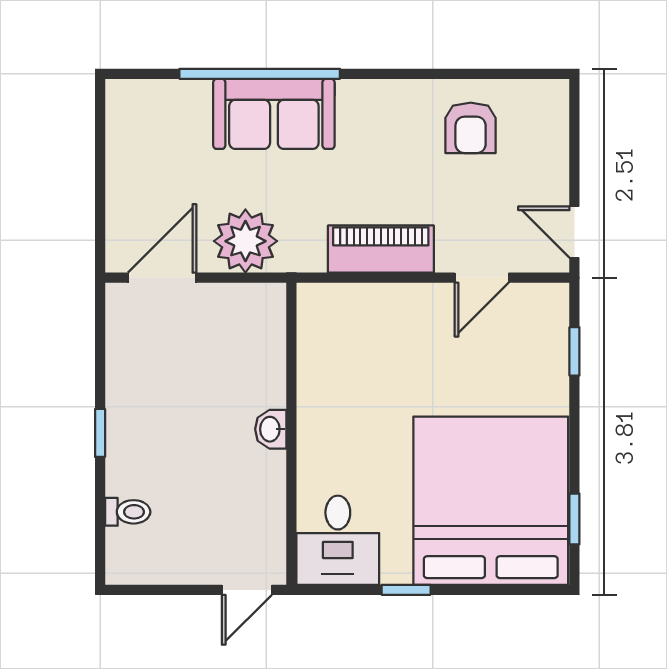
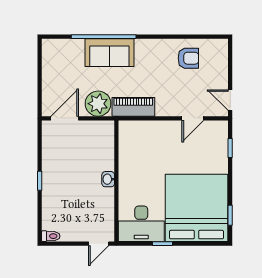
armchair: (471, 128) -> (188, 58), turned -90
piano: (381, 249) -> (133, 107), moved
toilet: (128, 512) -> (51, 236), moved
desk: (338, 540) -> (141, 224), width x1.37

